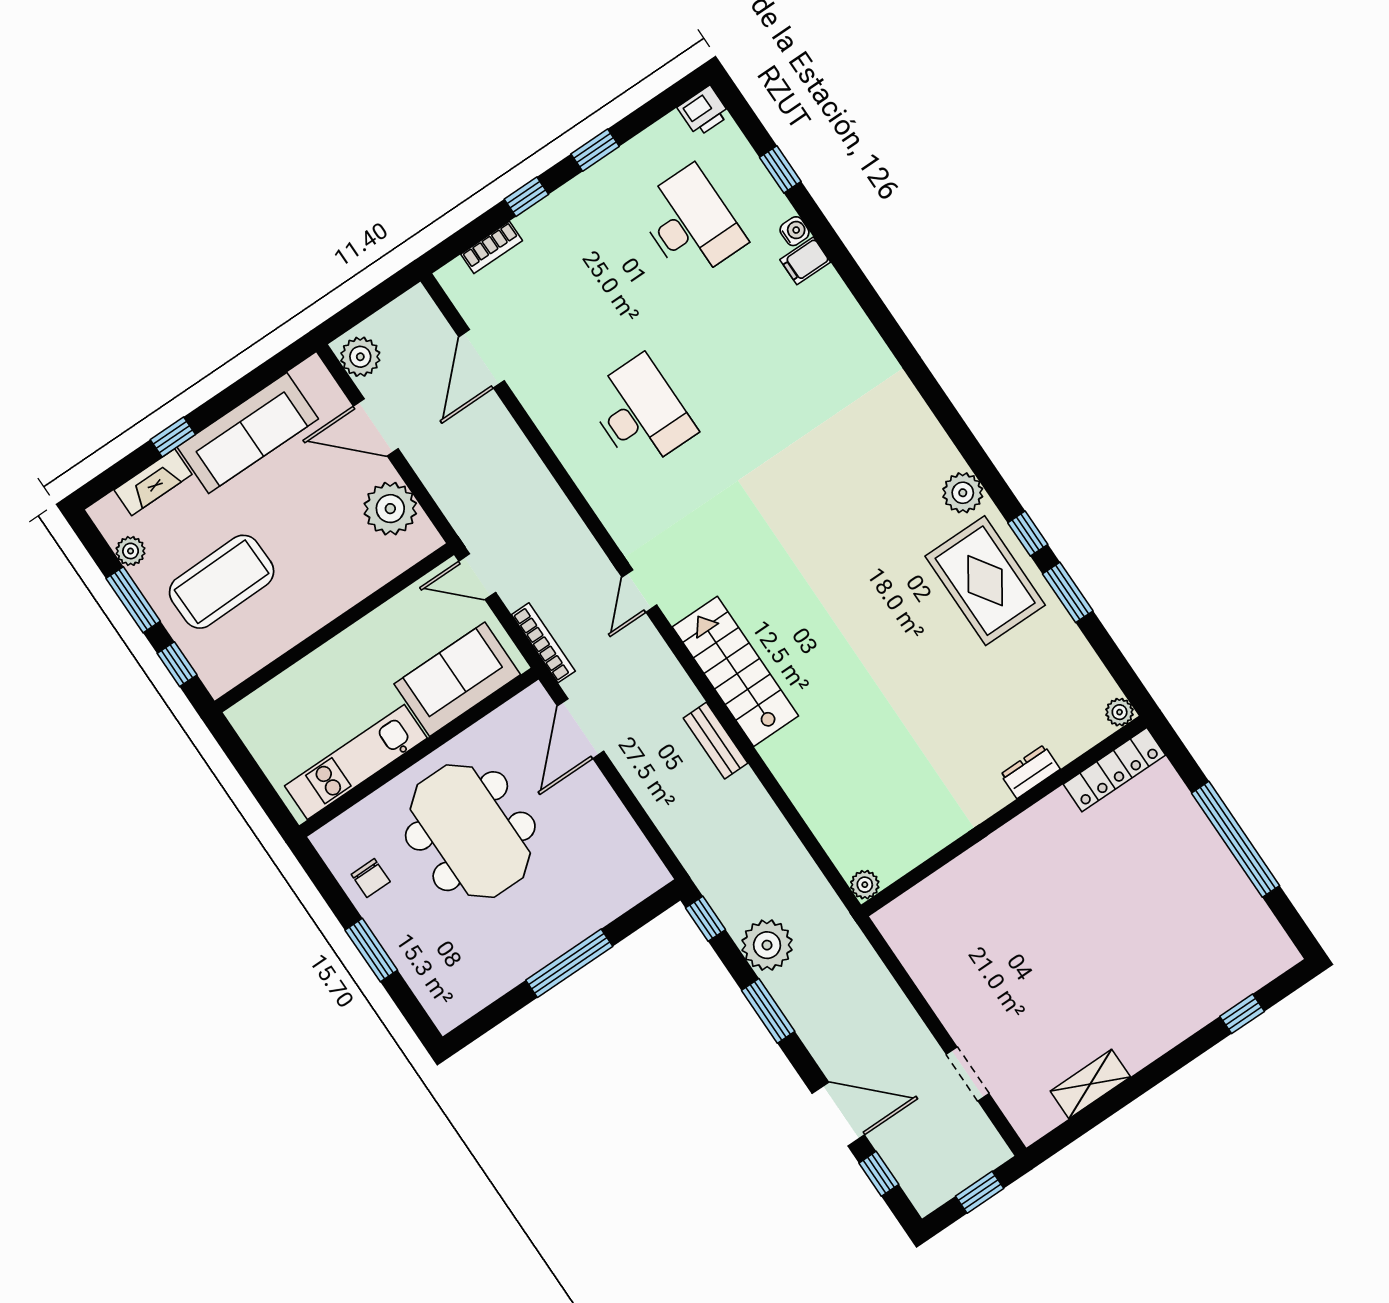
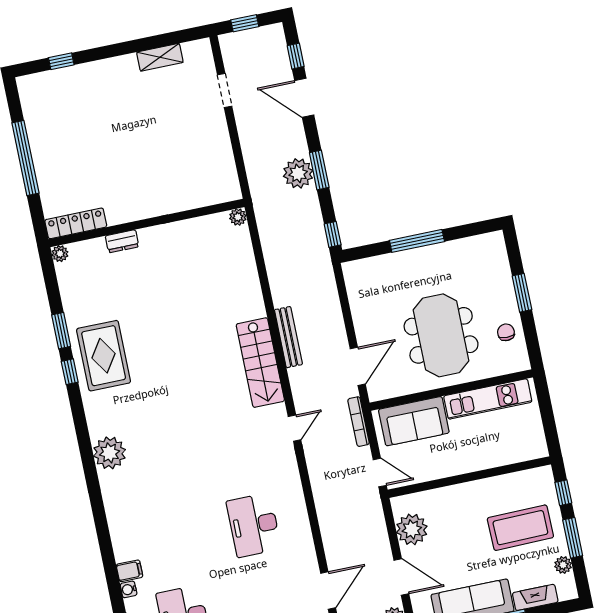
plant: (963, 493) -> (110, 453), moved, width x1.36, depth x1.36
bench: (716, 741) -> (288, 337), width x1.36
plant: (767, 945) -> (298, 173), moved

